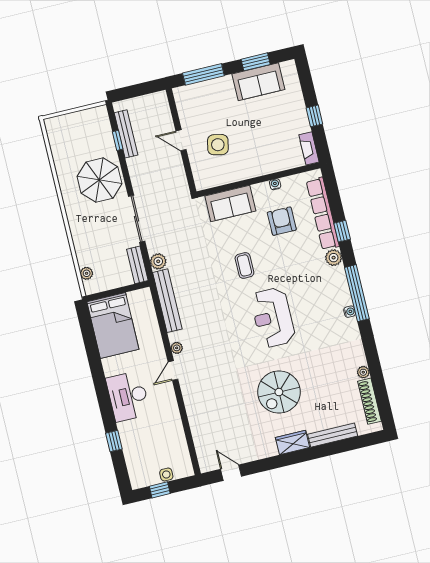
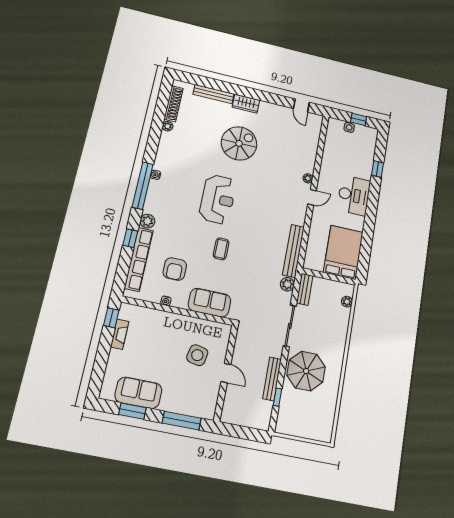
window: (314, 116) -> (111, 318), moved
bench: (126, 134) -> (272, 379), moved
fireplace: (309, 148) -> (120, 334), moved
plant: (177, 348) -> (308, 178), moved

